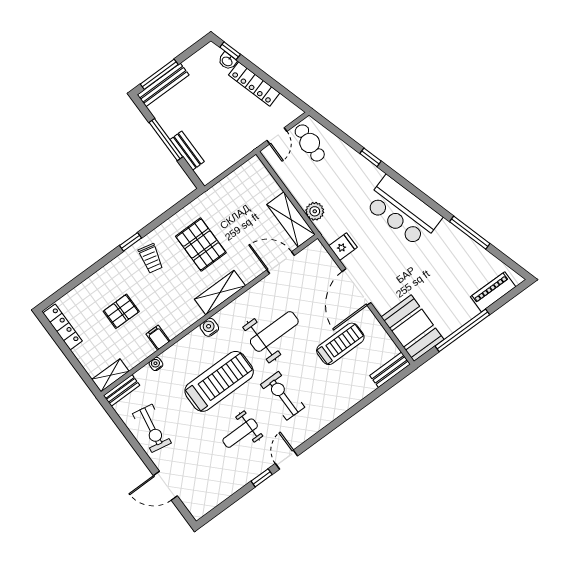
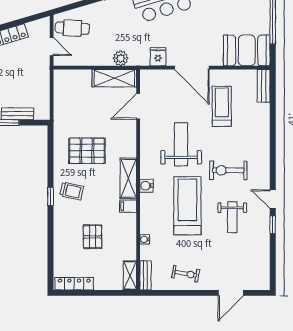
shelving: (220, 292) -> (128, 178), moved
filing cabinet: (158, 338) -> (128, 206), moved
exercise bike: (152, 428) -> (186, 274), width x0.73, depth x0.72

